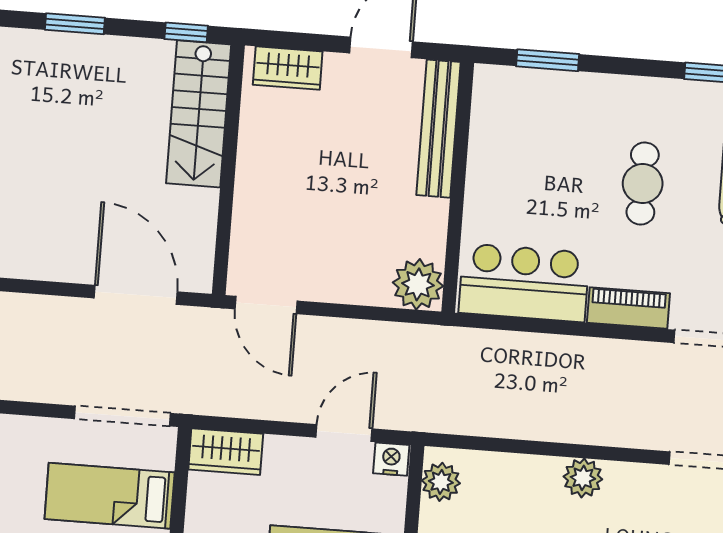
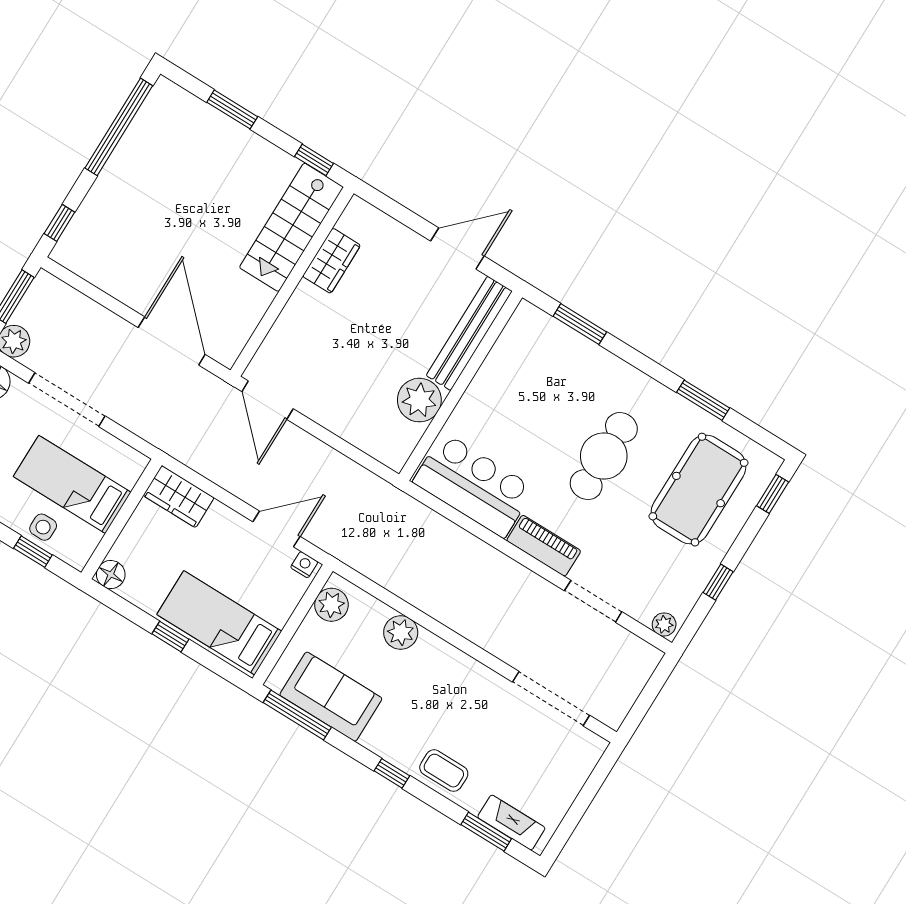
wardrobe: (288, 68) -> (331, 261), moved, turned -90
cafe table: (643, 184) -> (604, 456), width x1.37, depth x1.35
plant: (418, 284) -> (419, 400), moved
doorway: (122, 416) -> (67, 400), moved
nightstand: (391, 459) -> (304, 565), width x0.72, depth x0.74
plant: (583, 478) -> (401, 632), moved

